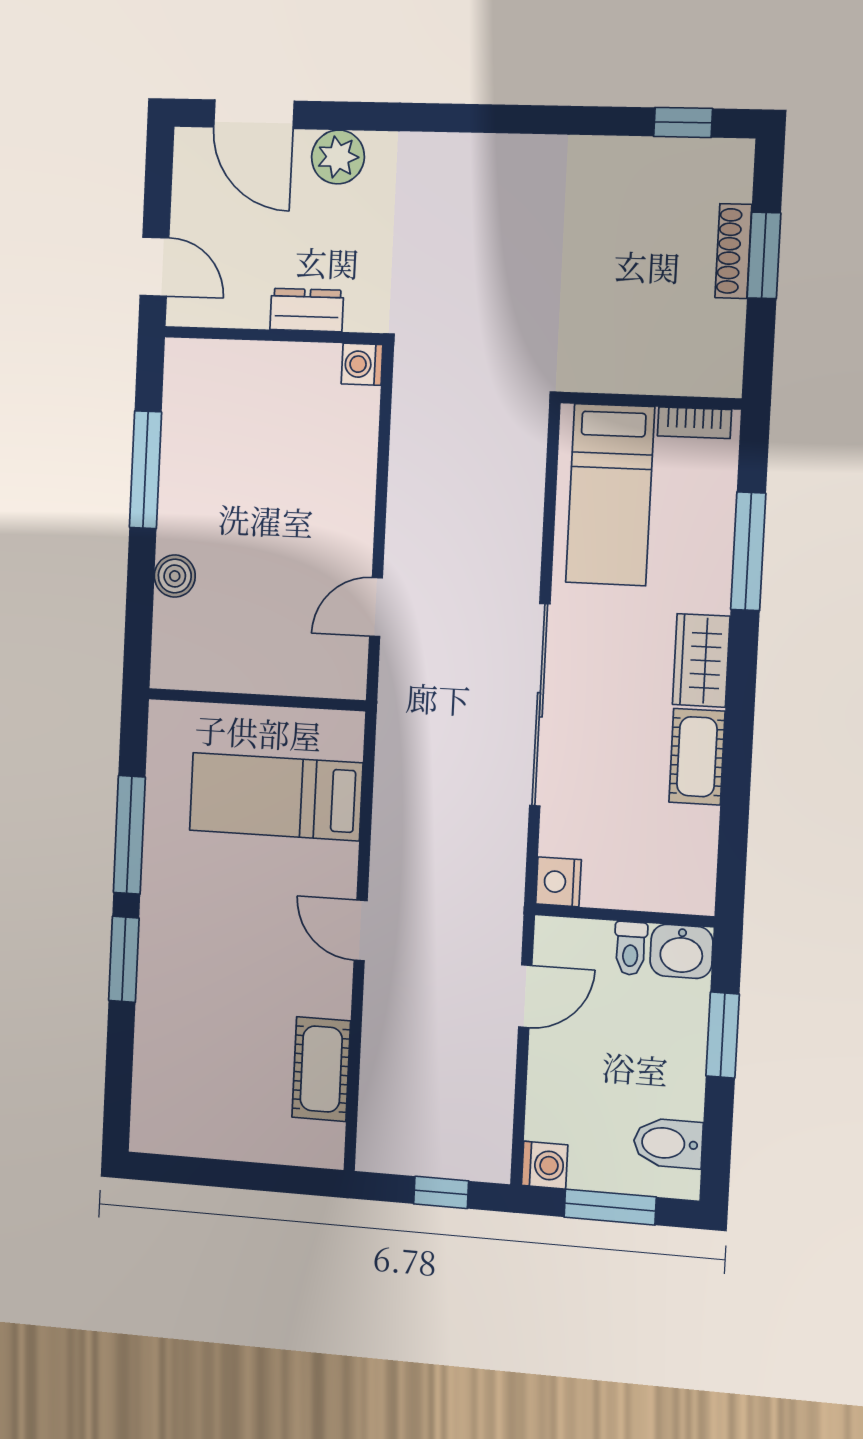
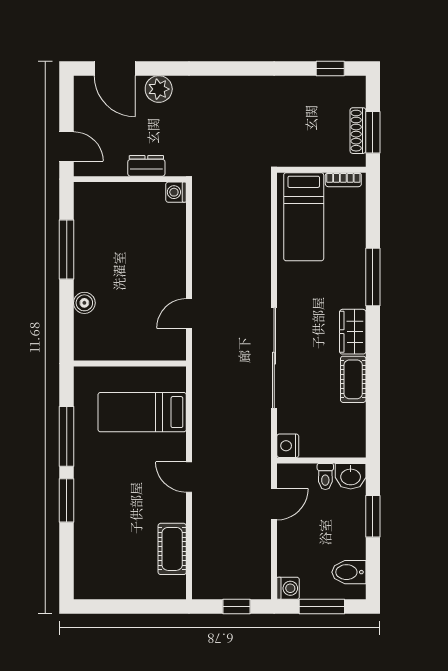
wall: (651, 401) -> (321, 170), moved
bookcase: (694, 423) -> (343, 180), moved
bed: (610, 495) -> (304, 217), moved

